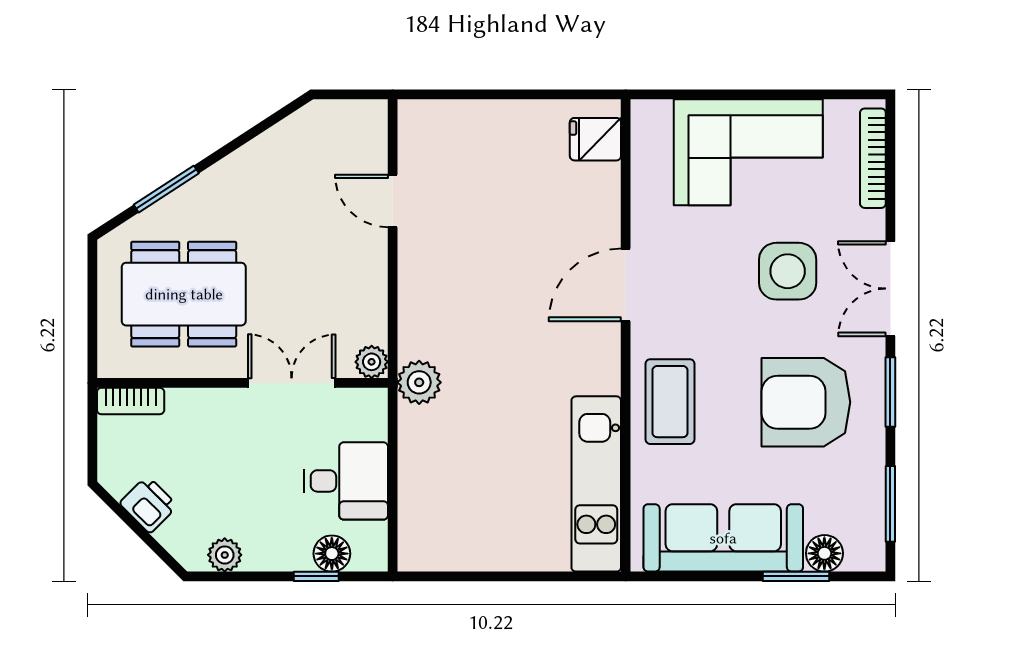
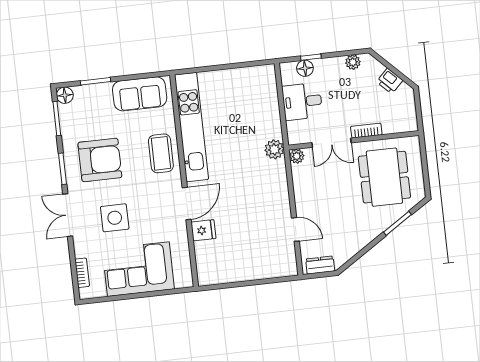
dresser: (347, 116) -> (320, 265), added
fridge: (595, 139) -> (203, 230), moved
bookcase: (873, 158) -> (82, 273), width x0.64
double door: (890, 289) -> (68, 215), swing flipped
dining table: (184, 294) -> (384, 177), turned 90
bookcase: (131, 401) -> (366, 131), moved
kitchen unit: (596, 484) -> (191, 127), width x1.36
sofa: (723, 538) -> (140, 94), width x0.73
floor lamp: (824, 553) -> (65, 95), moved

